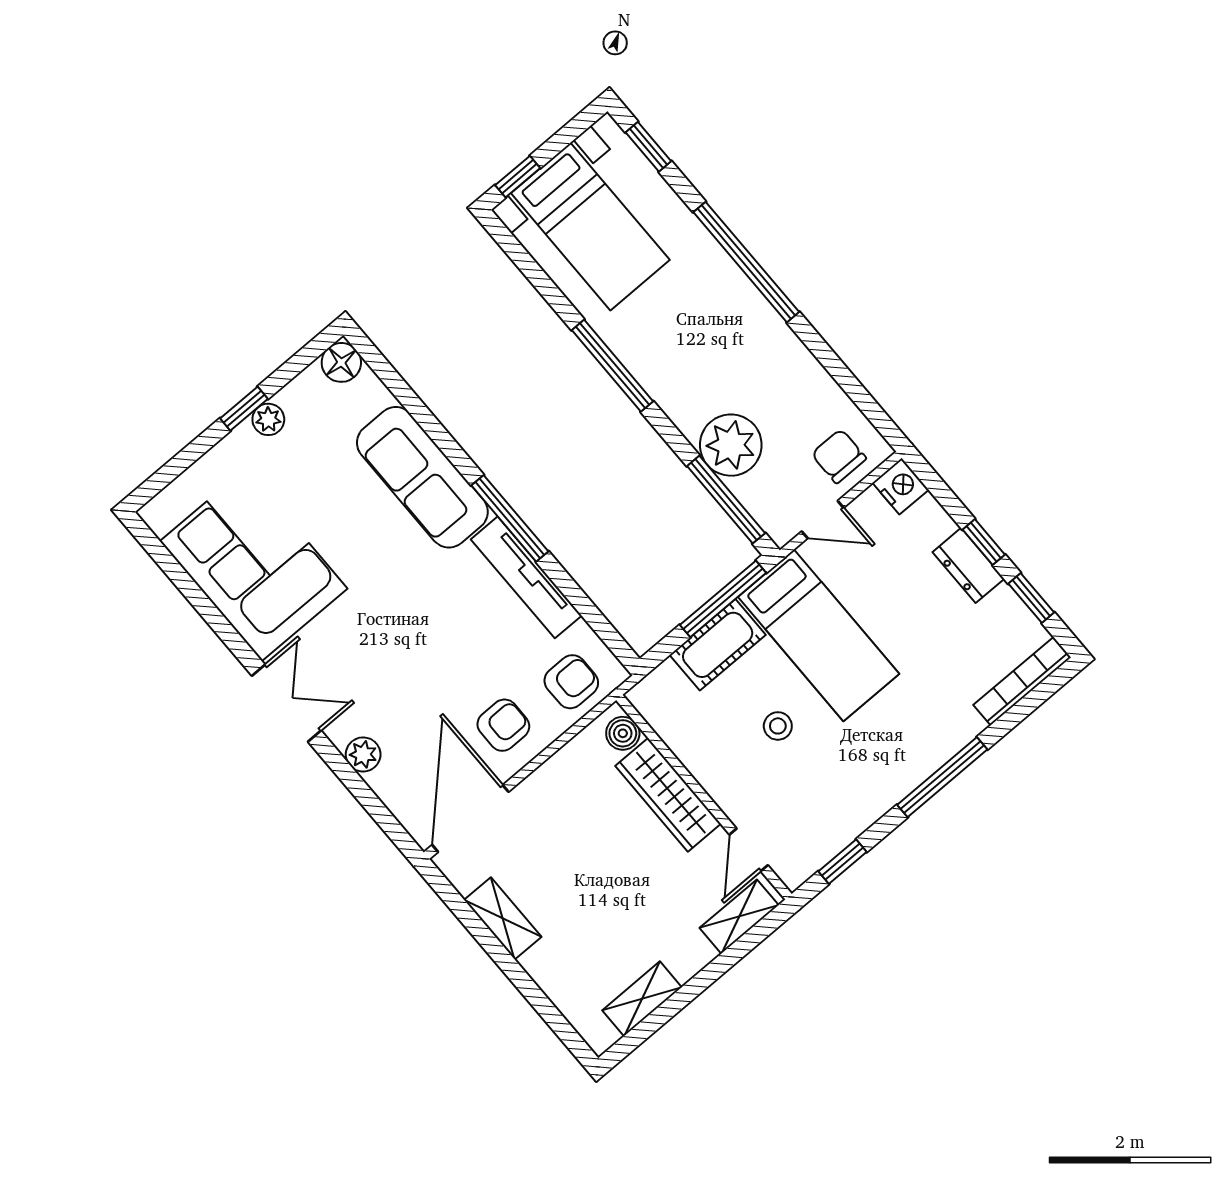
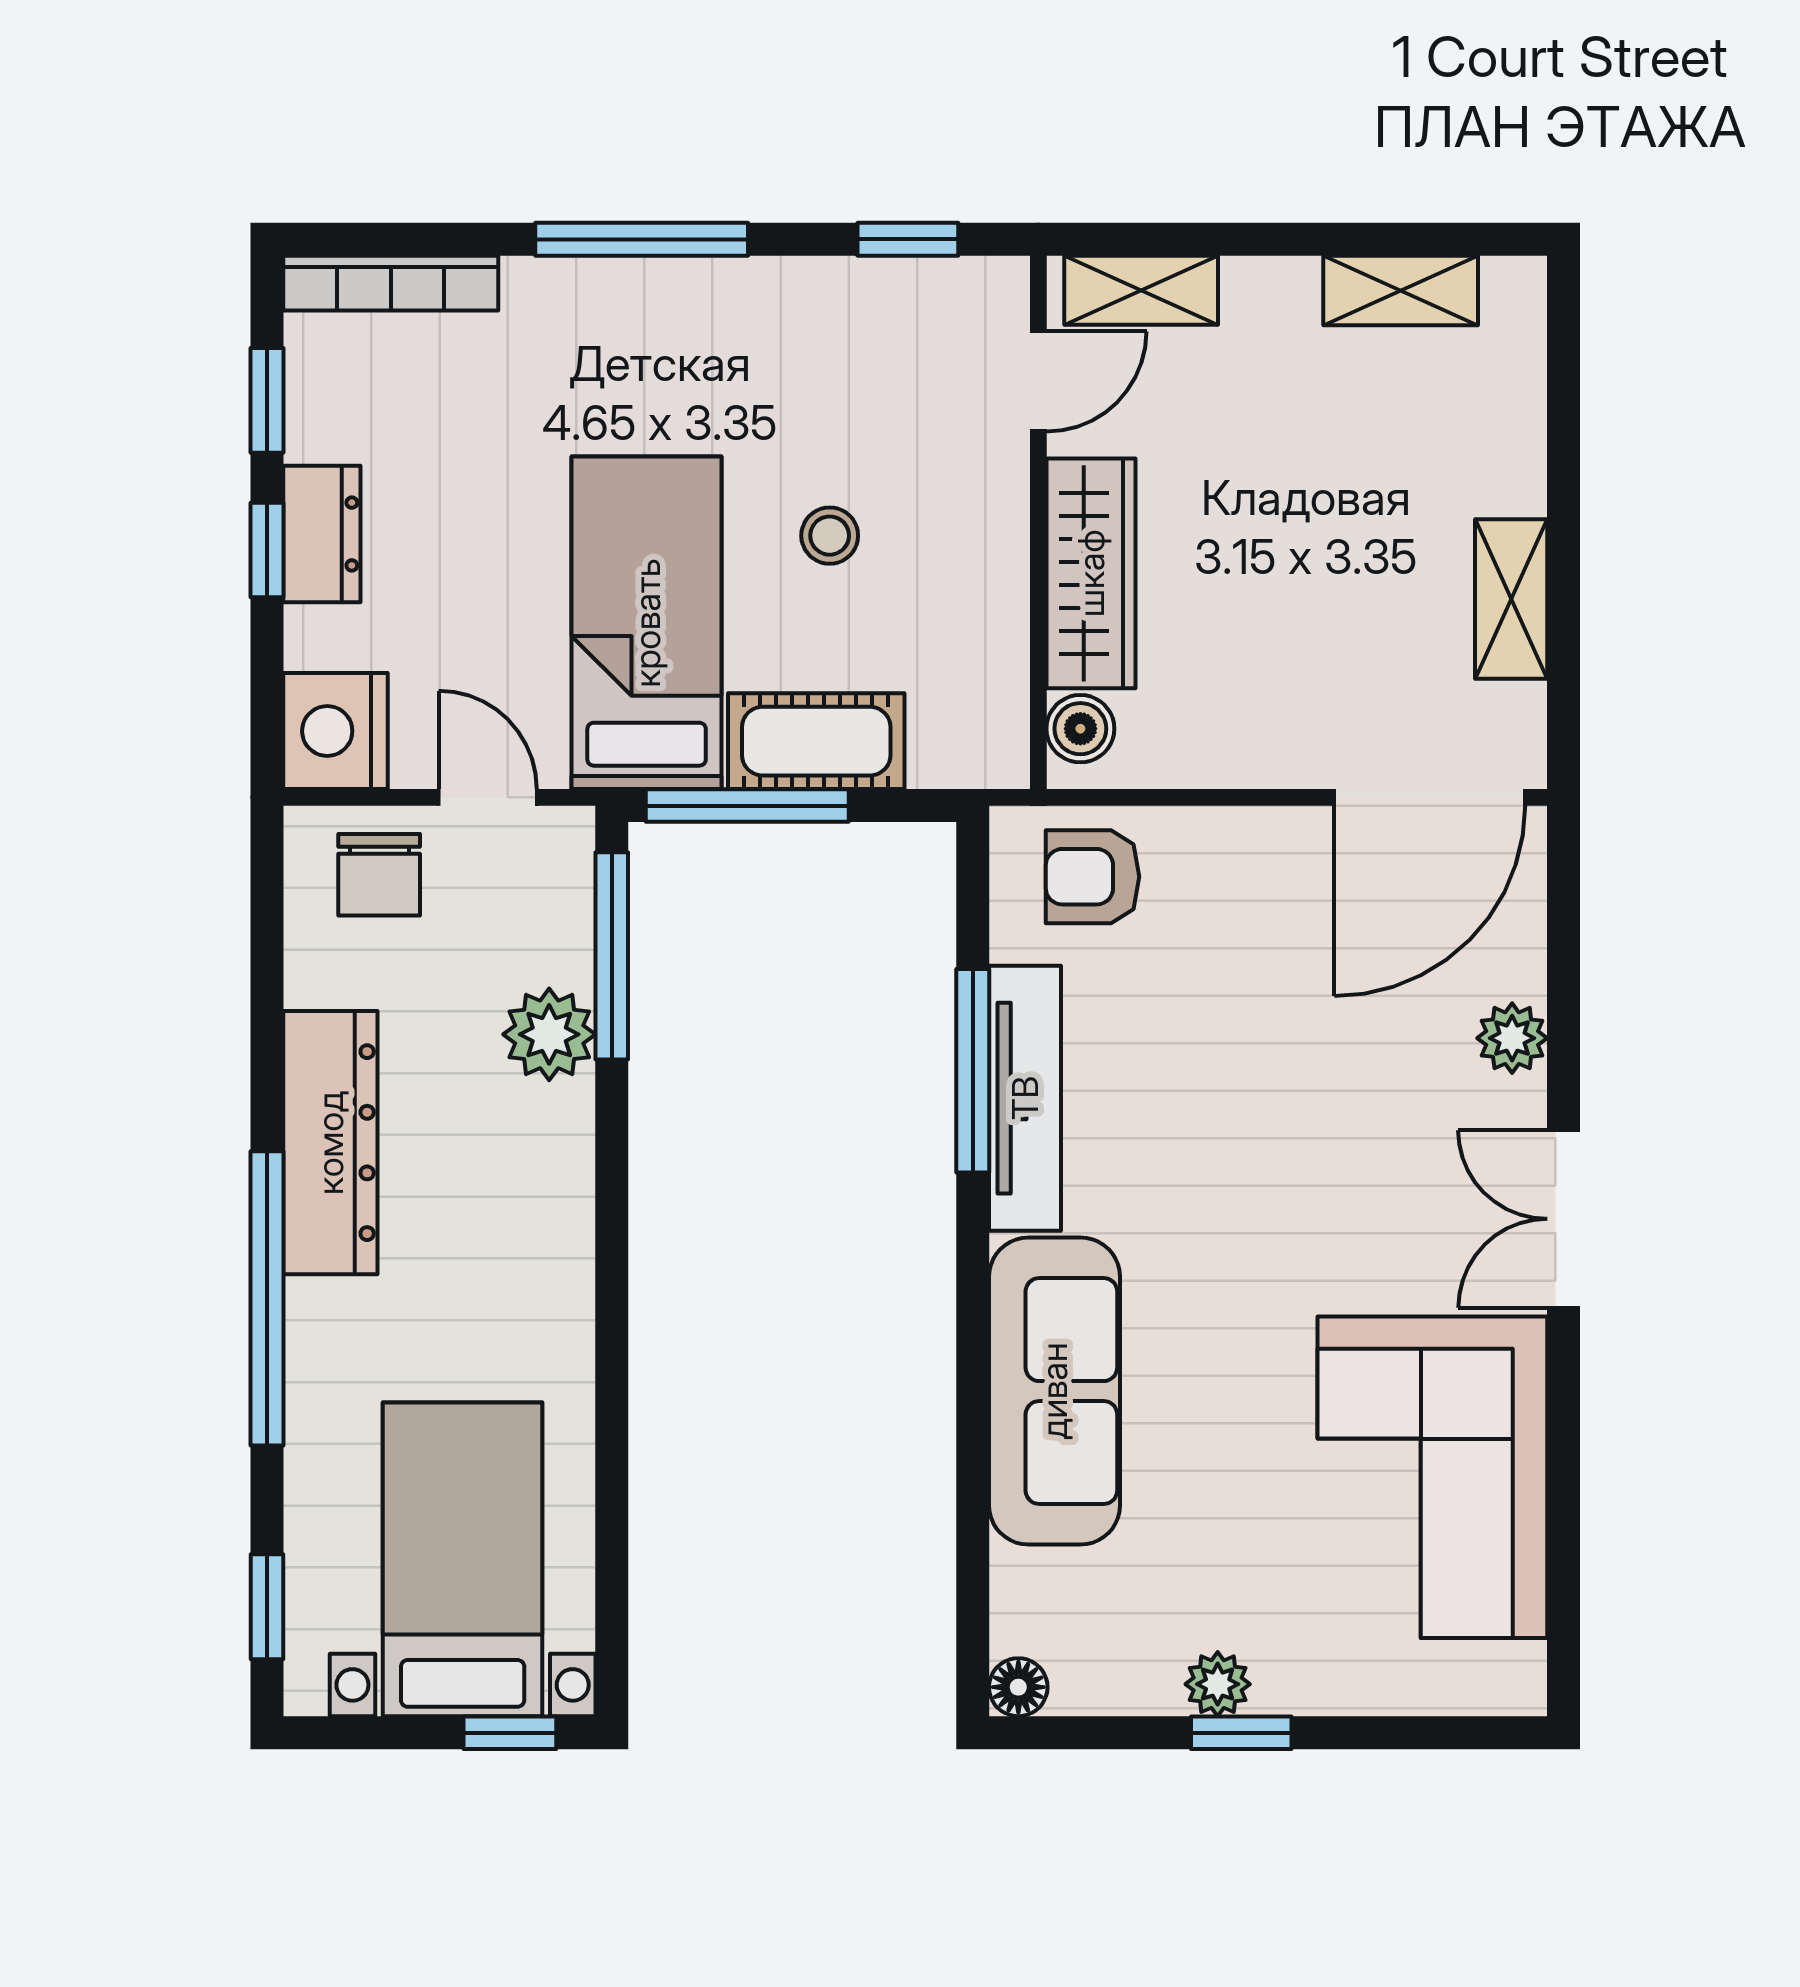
dresser: (772, 340) -> (330, 1143), added
floor lamp: (341, 362) -> (1018, 1687), width x0.73, depth x0.73
window: (613, 366) -> (612, 1314), removed
plant: (731, 445) -> (549, 1034), width x0.73, depth x0.73
nightstand: (901, 486) -> (336, 731), width x1.36, depth x1.33
window: (510, 518) -> (973, 1071), moved
armchair: (503, 725) -> (1255, 899), removed

